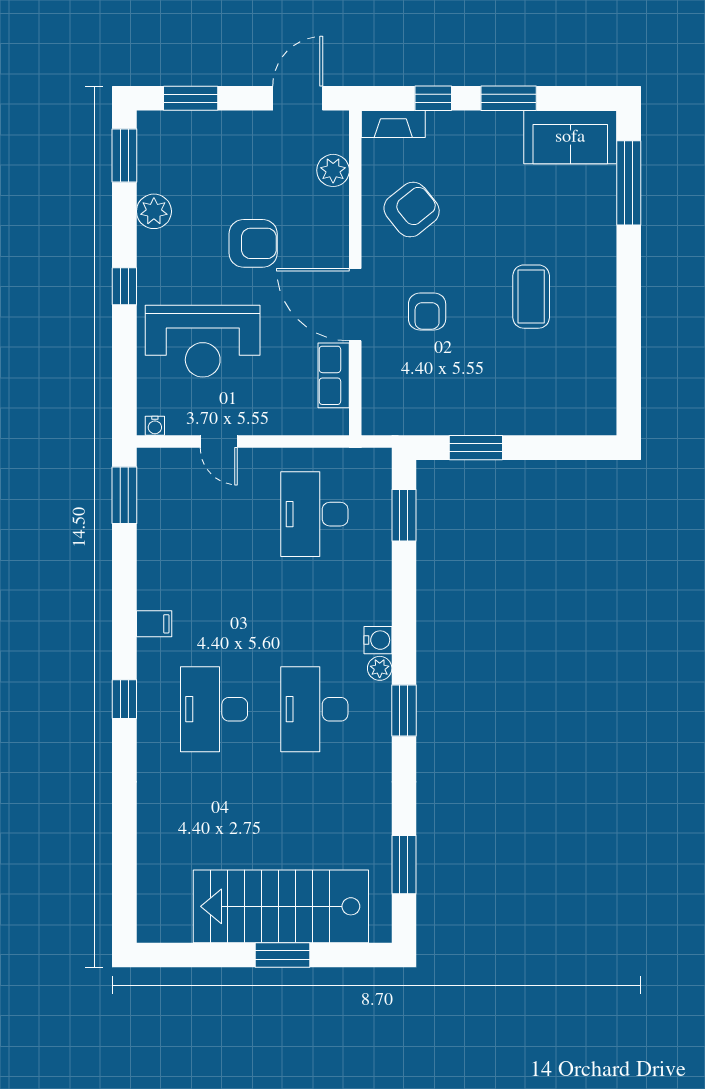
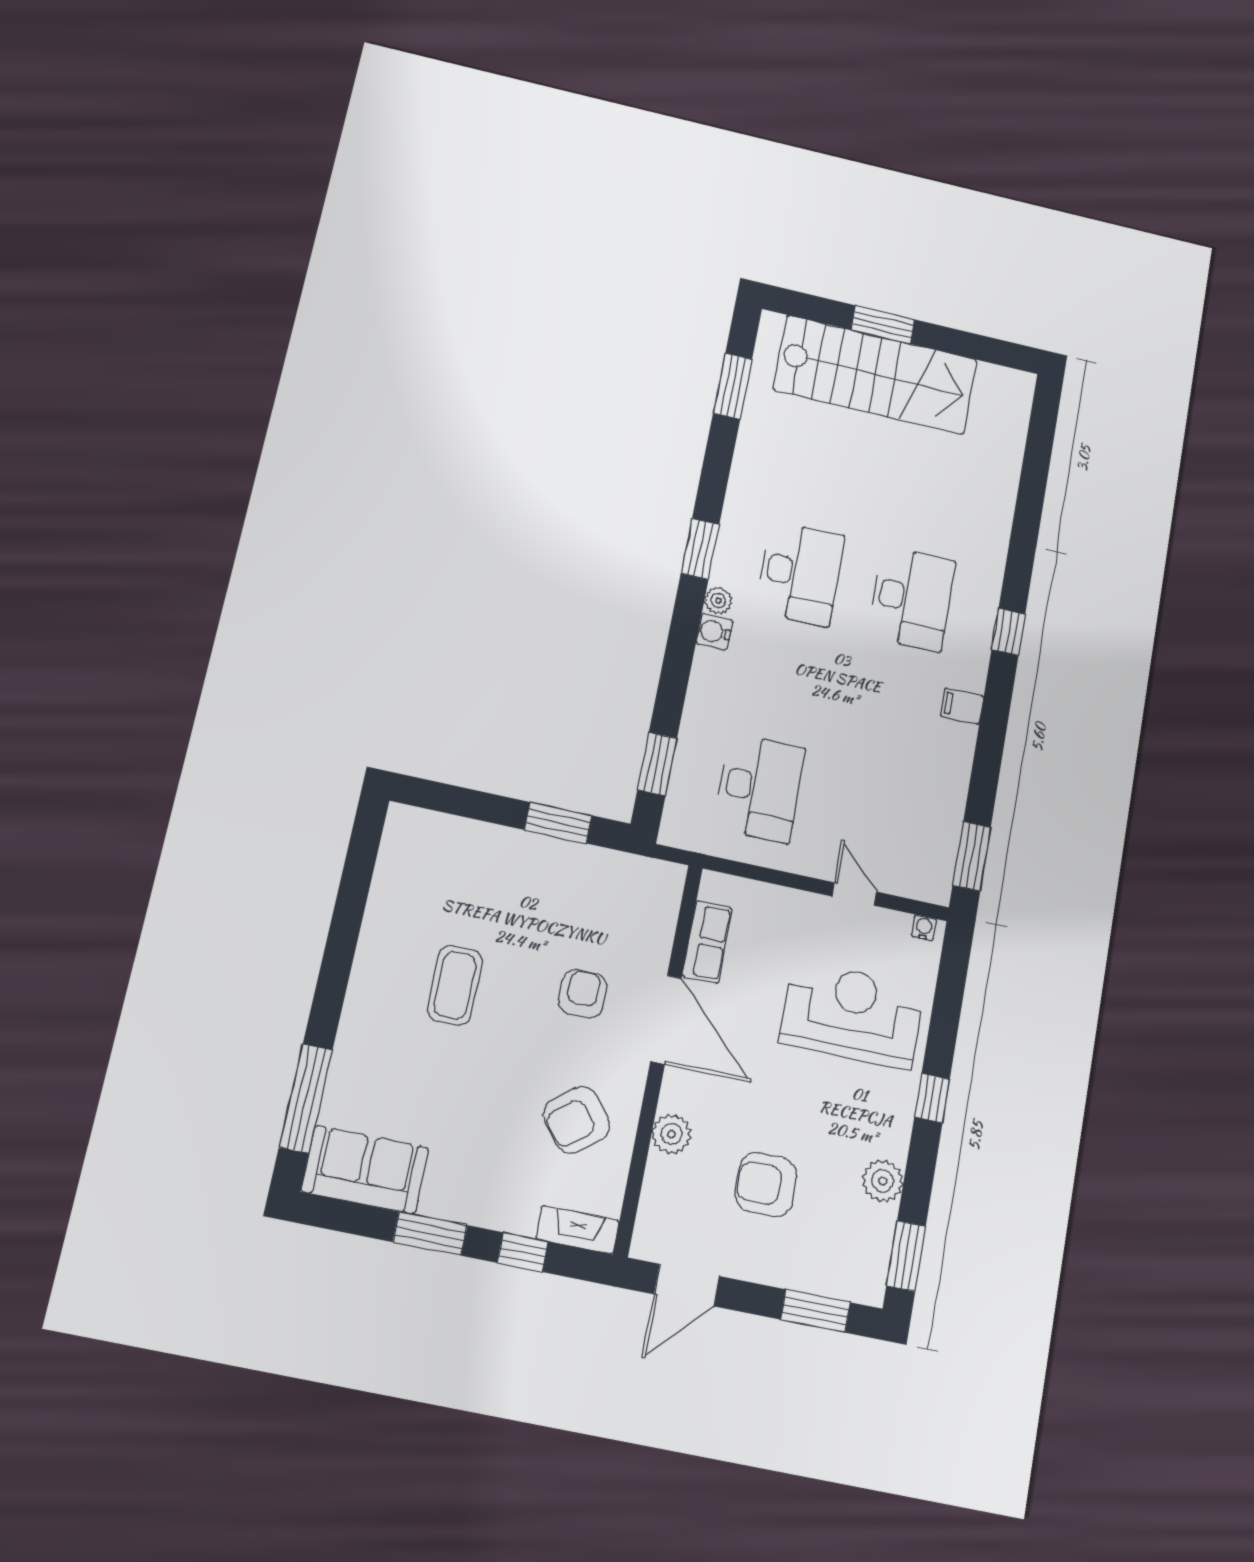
plant: (333, 170) -> (672, 1134), moved
armchair: (253, 243) -> (766, 1184), moved

